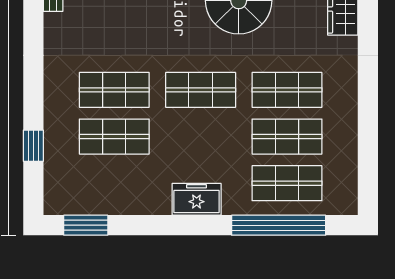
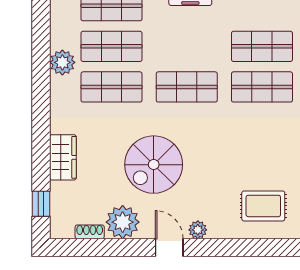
plant: (343, 118) -> (62, 62), added

